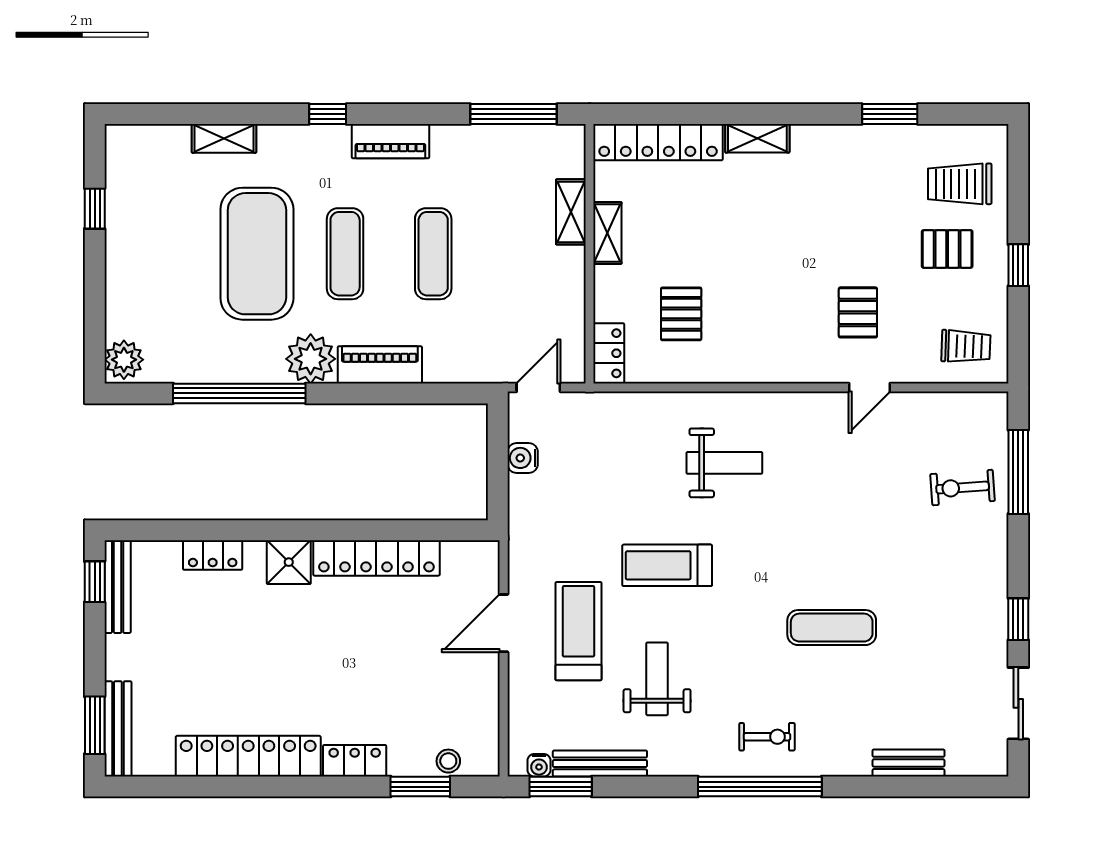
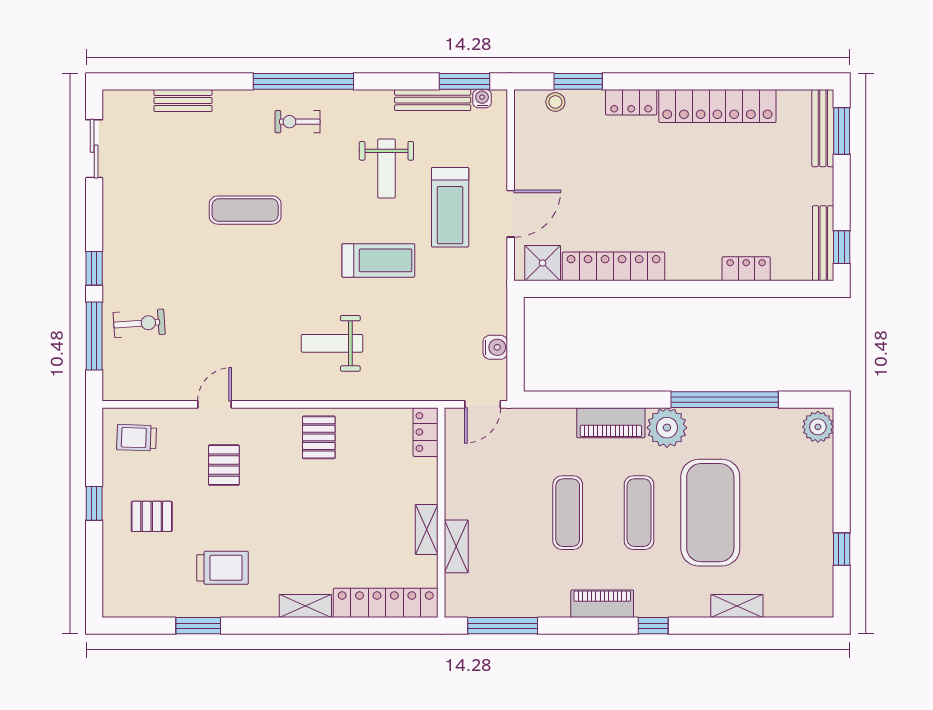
trolley: (960, 184) -> (223, 568), moved
pallet: (681, 314) -> (319, 437), moved
shower: (289, 562) -> (543, 263), moved
window: (1018, 619) -> (94, 268), moved

